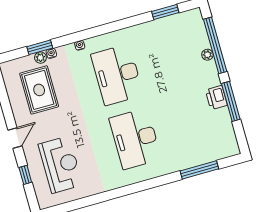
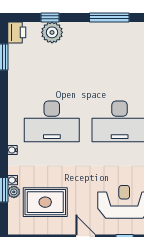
window: (215, 45) -> (50, 17), width x0.32
plant: (207, 55) -> (52, 32), width x1.87, depth x1.87
printer: (216, 98) -> (17, 32), moved, turned -90

